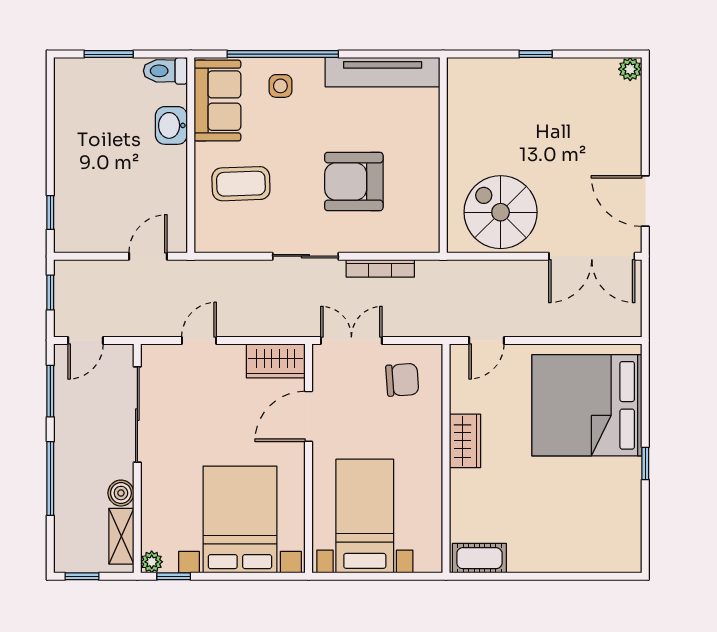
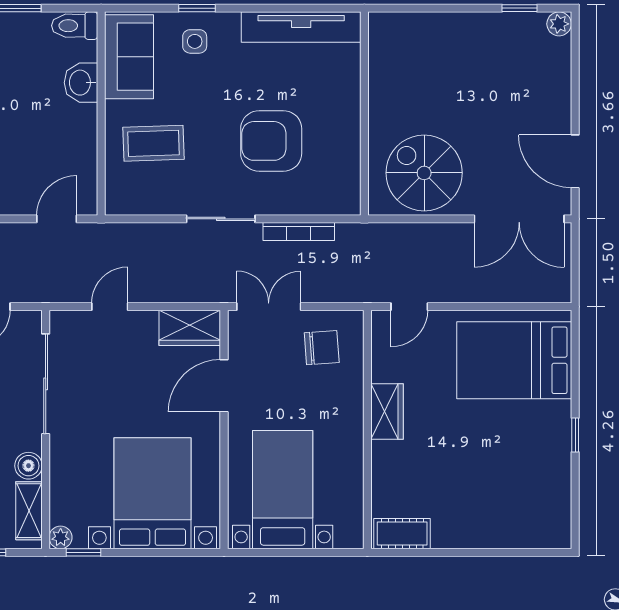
window: (283, 54) -> (197, 8), width x0.32
window: (536, 54) -> (520, 8), moved
bed: (587, 405) -> (514, 360), width x0.73

